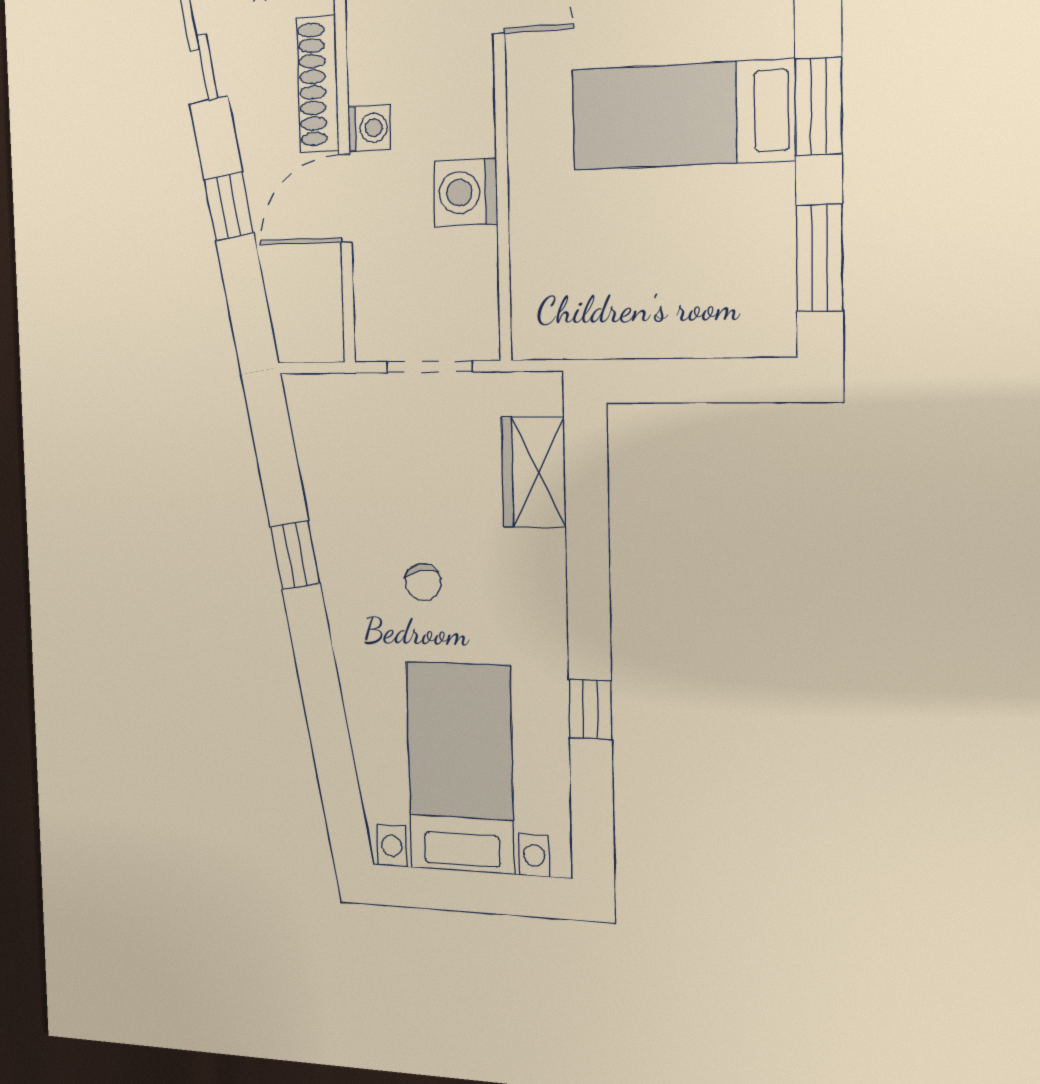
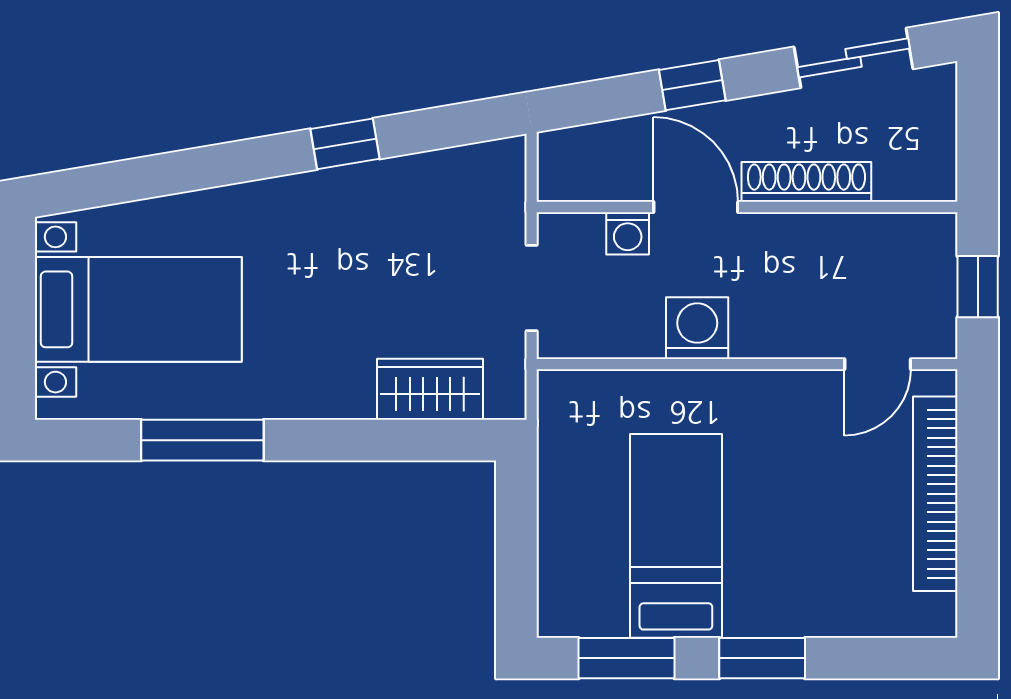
bed: (683, 115) -> (676, 536), moved
washing machine: (369, 128) -> (628, 233), moved
chair: (423, 582) -> (321, 276), removed
window: (590, 709) -> (202, 440), width x2.17

